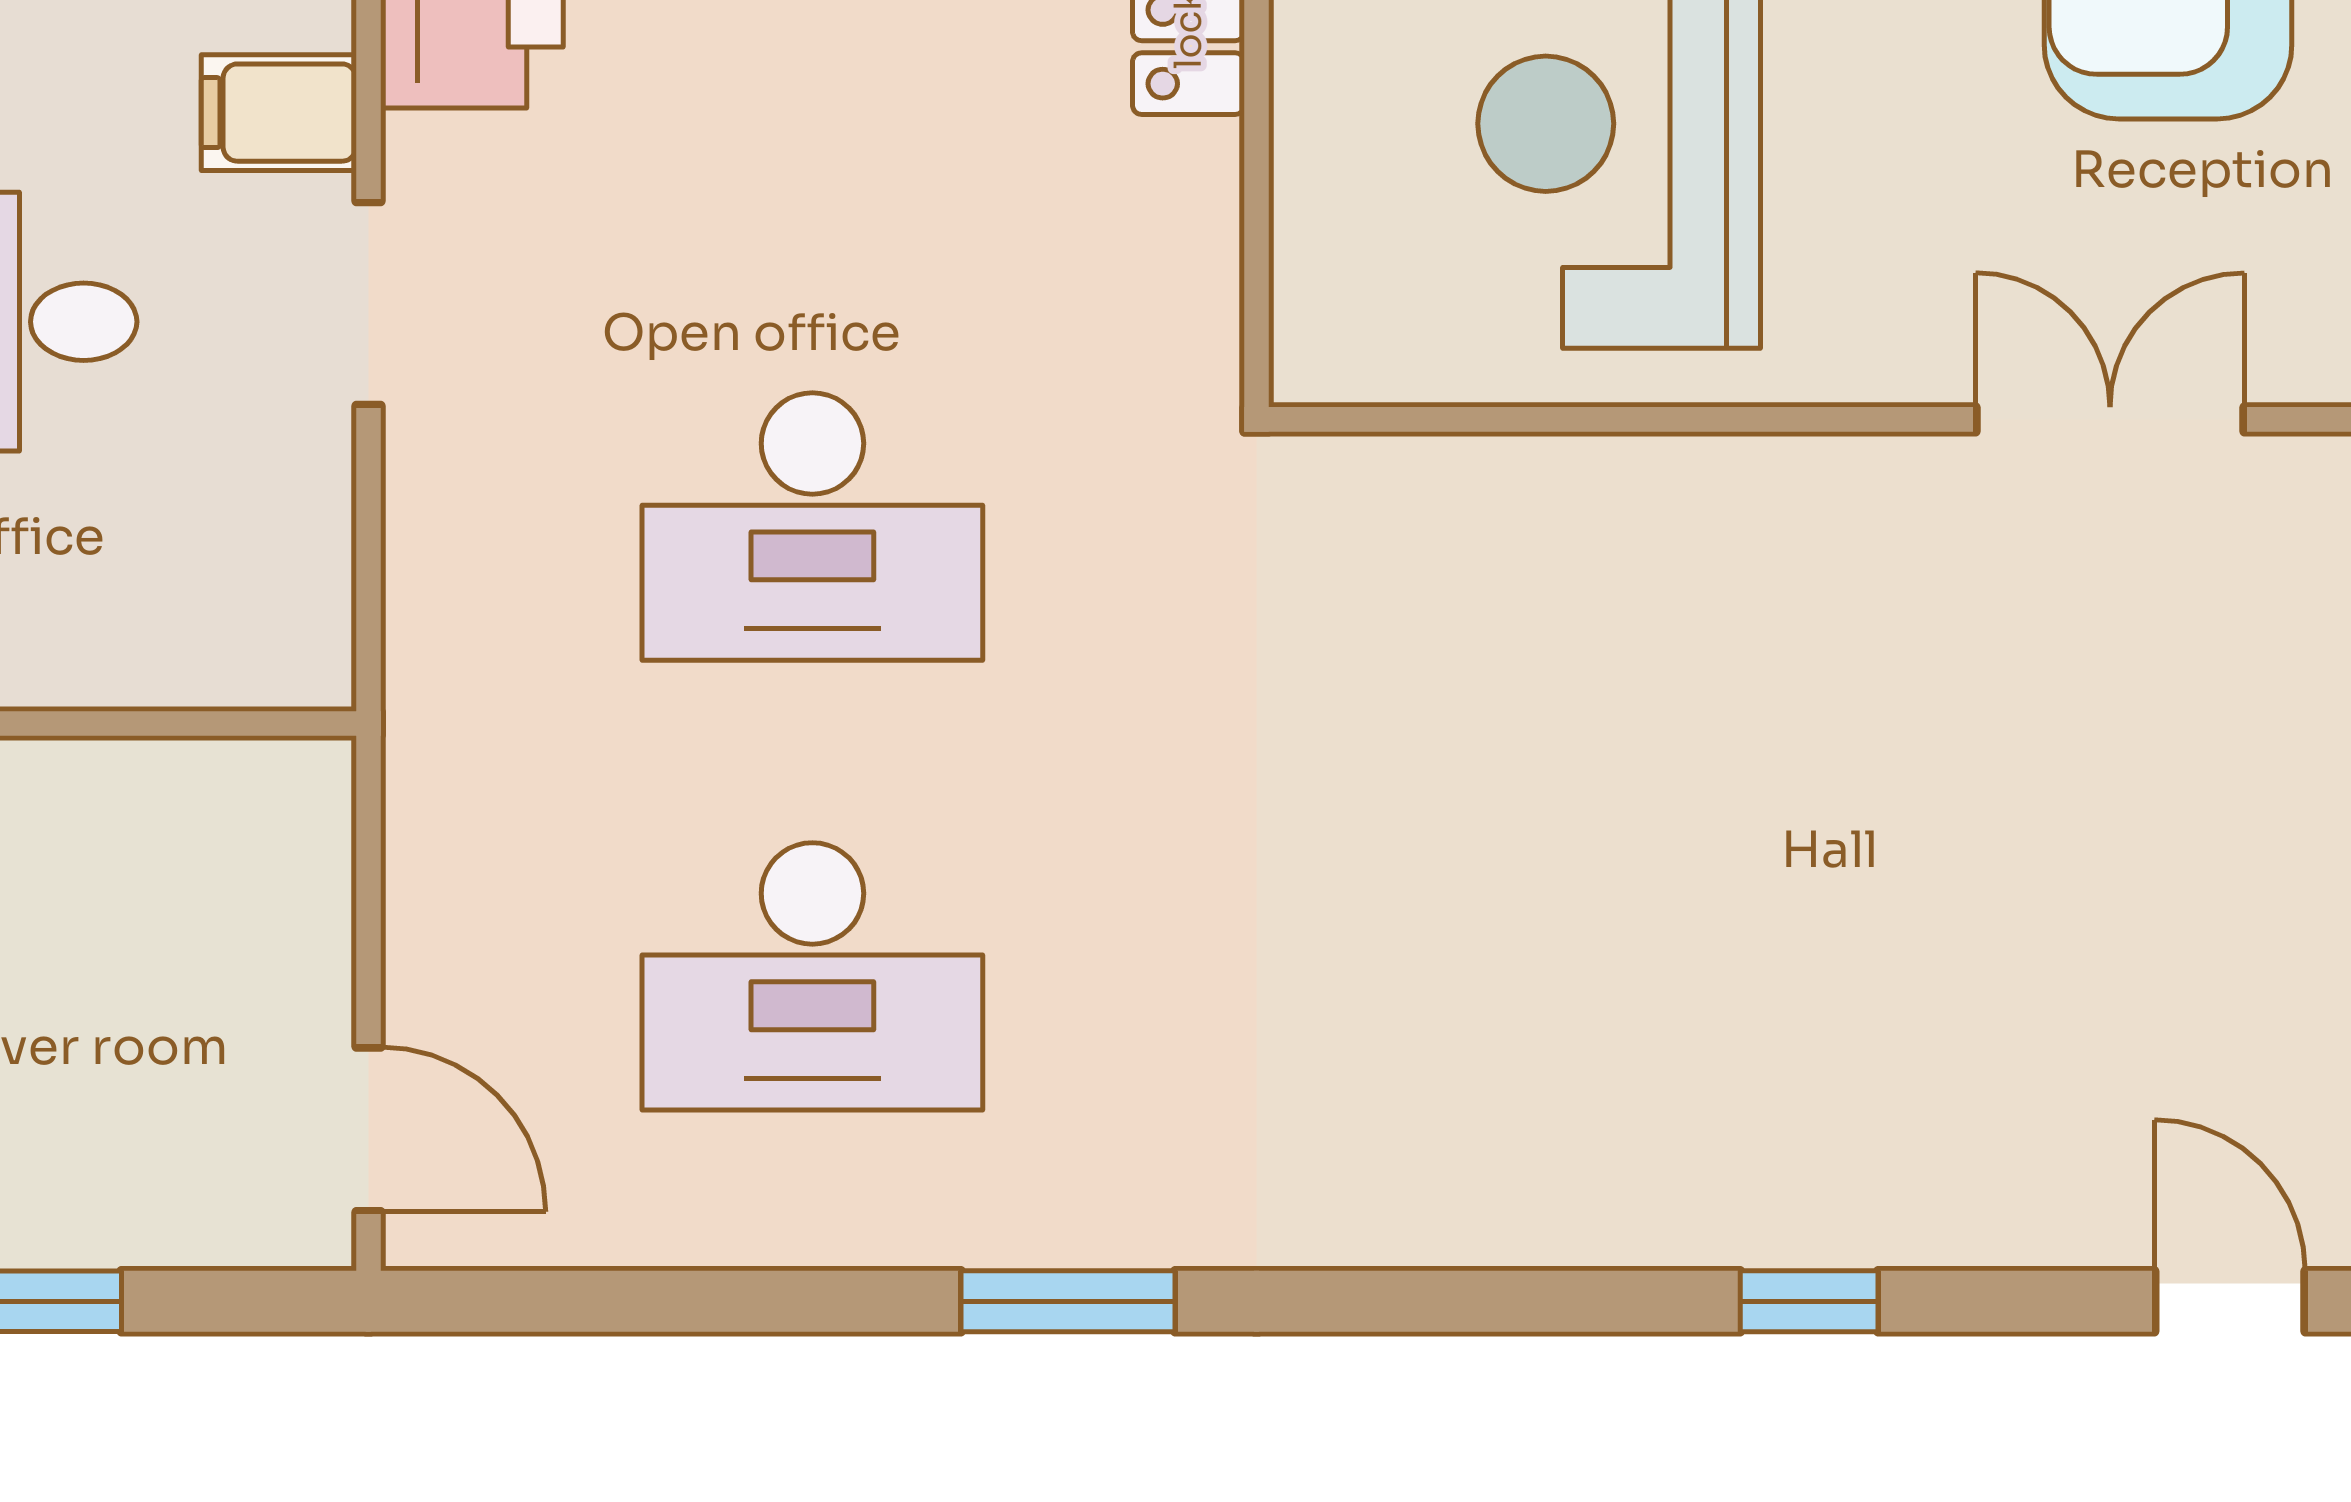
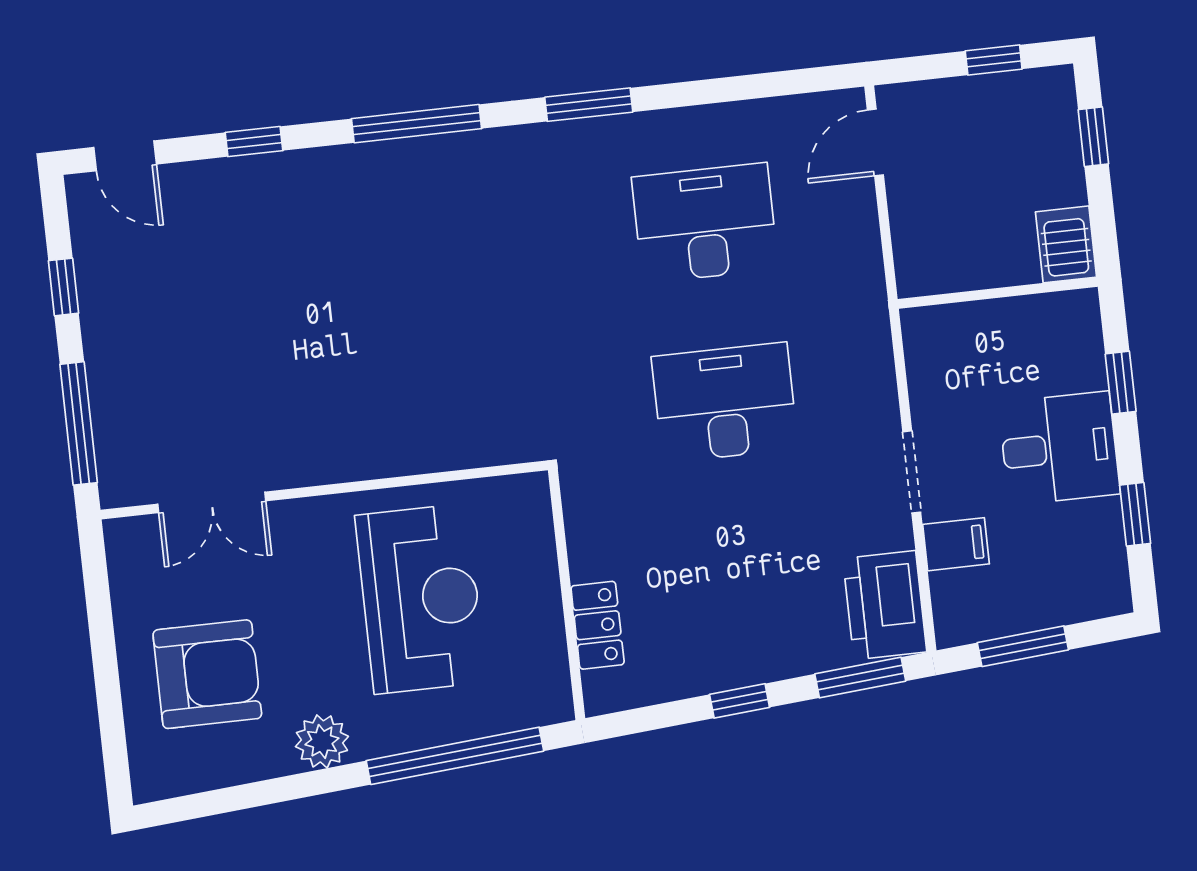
door: (368, 1129) -> (875, 142), hinge flipped
window: (1499, 1301) -> (417, 124), added
window: (1809, 1301) -> (254, 142), moved

